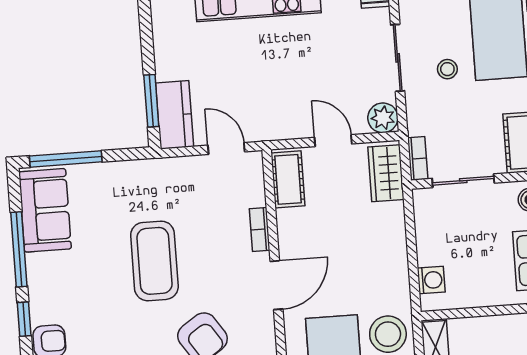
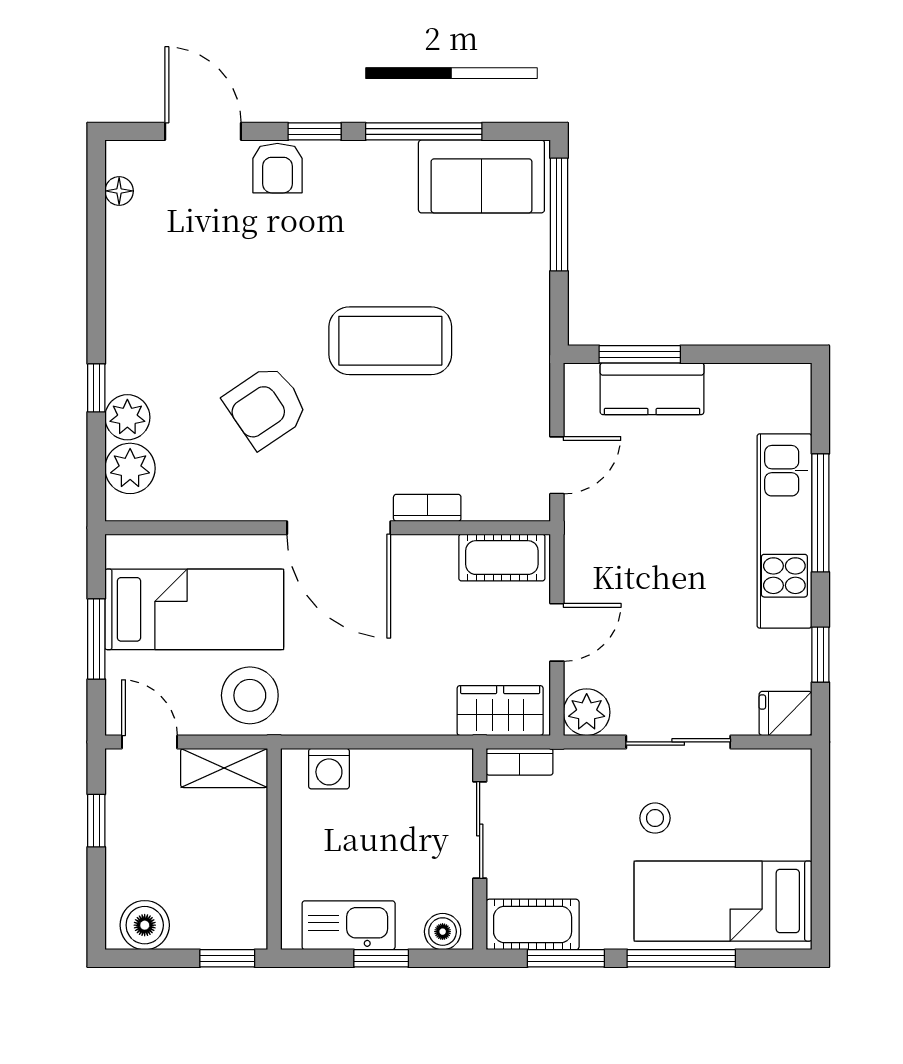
kitchen counter: (175, 115) -> (652, 389), moved
door: (277, 285) -> (339, 528), width x1.36

